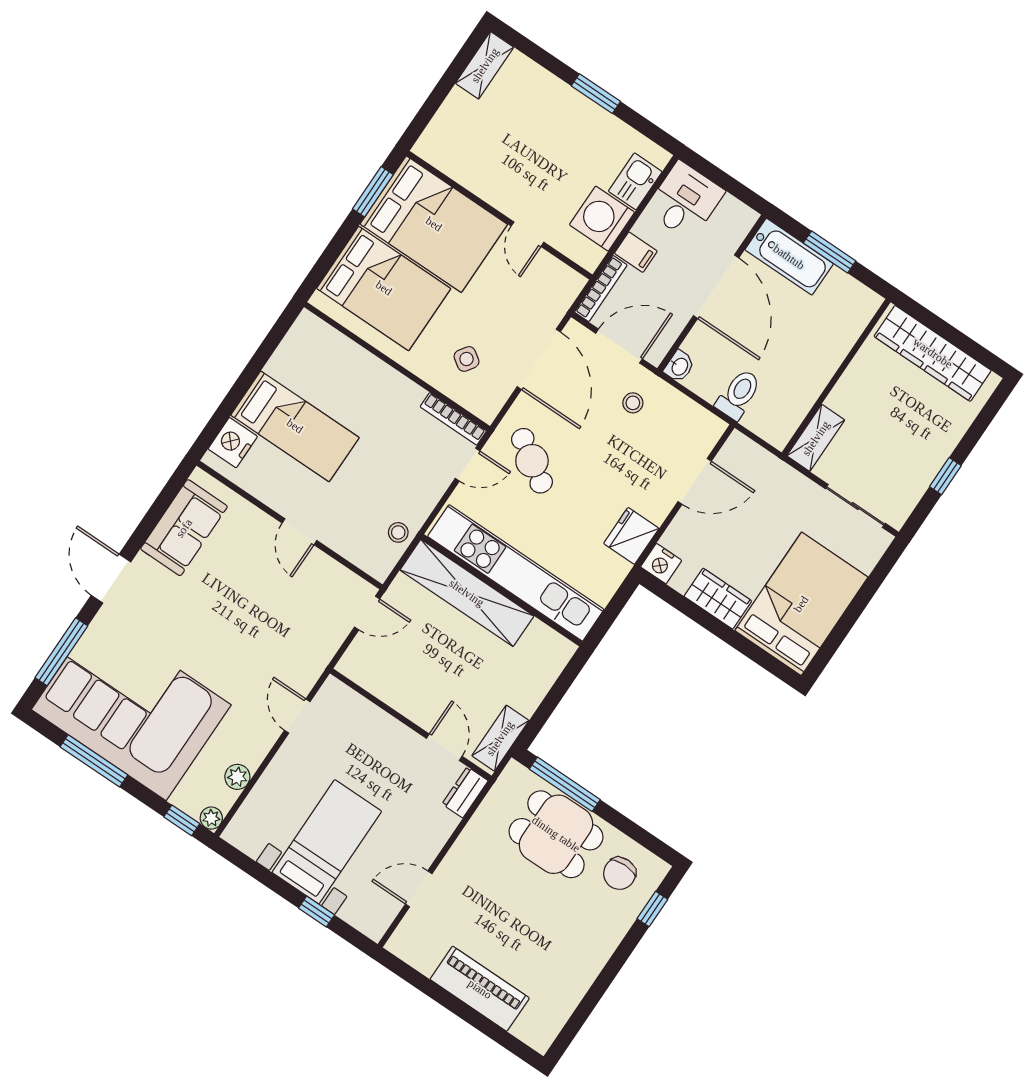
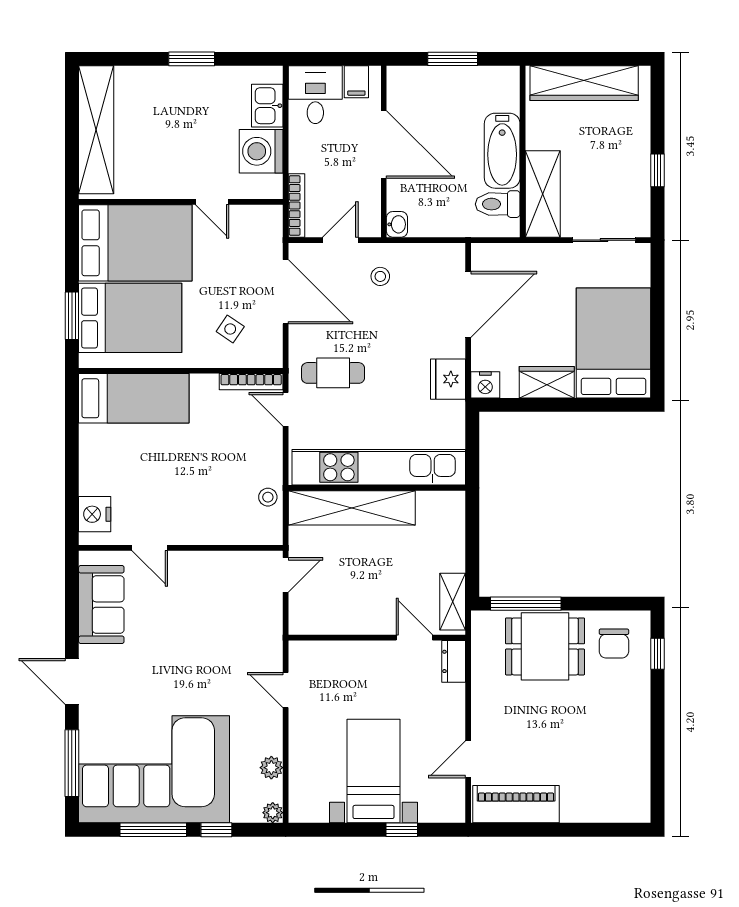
shelving: (485, 65) -> (96, 130), width x2.20, depth x1.33
window: (373, 192) -> (72, 316), moved
filing cabinet: (636, 252) -> (356, 82), moved, turned 90
bathtub: (789, 257) -> (502, 151), moved, turned 90
door: (619, 346) -> (340, 240), width x0.73
toilet: (739, 394) -> (498, 204), moved, turned -90
bed: (295, 426) -> (134, 398), moved
shelving: (816, 438) -> (543, 194), width x1.50, depth x1.33
cafe table: (532, 461) -> (333, 373), turned -33
door: (468, 465) -> (286, 409), swing flipped
door: (695, 481) -> (468, 304), width x1.36
door: (299, 532) -> (150, 548), moved
window: (182, 820) -> (216, 830), moved
piano: (480, 989) -> (516, 804), moved

